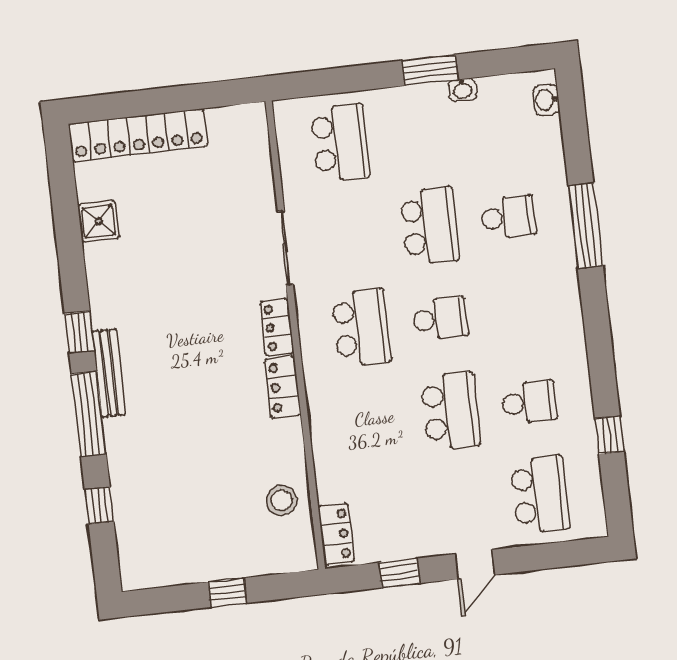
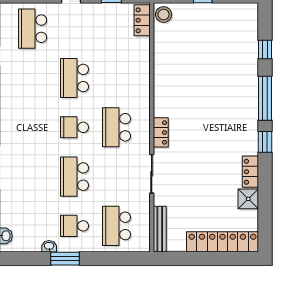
school desk: (508, 217) -> (75, 226), moved
bench: (109, 373) -> (160, 229), moved
locker: (283, 387) -> (250, 172), moved, turned 180
school desk: (529, 402) -> (33, 78), removed
stool: (282, 500) -> (164, 15), moved

